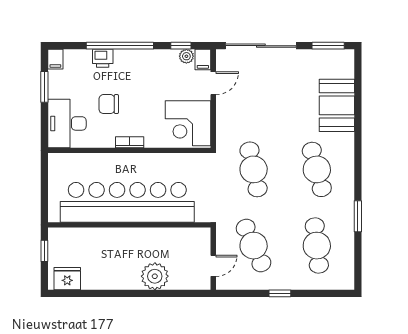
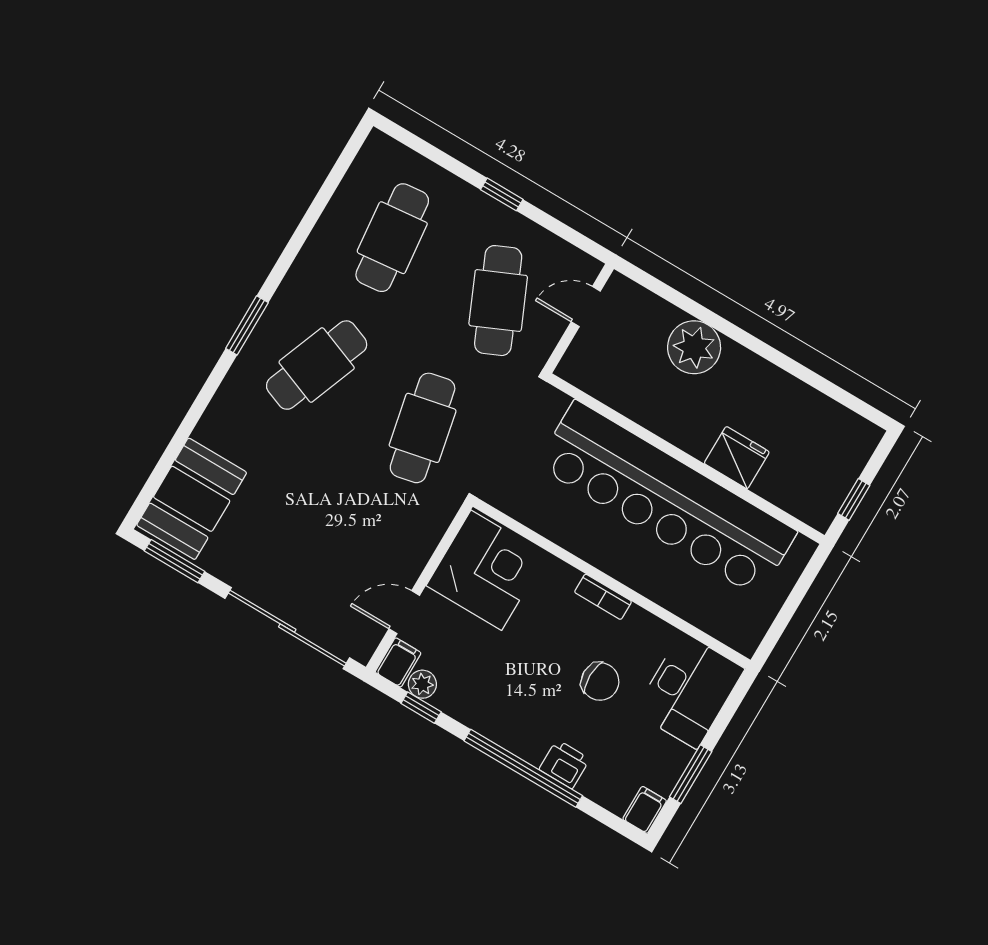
booth: (337, 105) -> (192, 499), moved
cafe table: (317, 169) -> (317, 365), turned 36
window: (358, 216) -> (247, 325), moved
fridge: (67, 279) -> (737, 458), moved, turned 180

